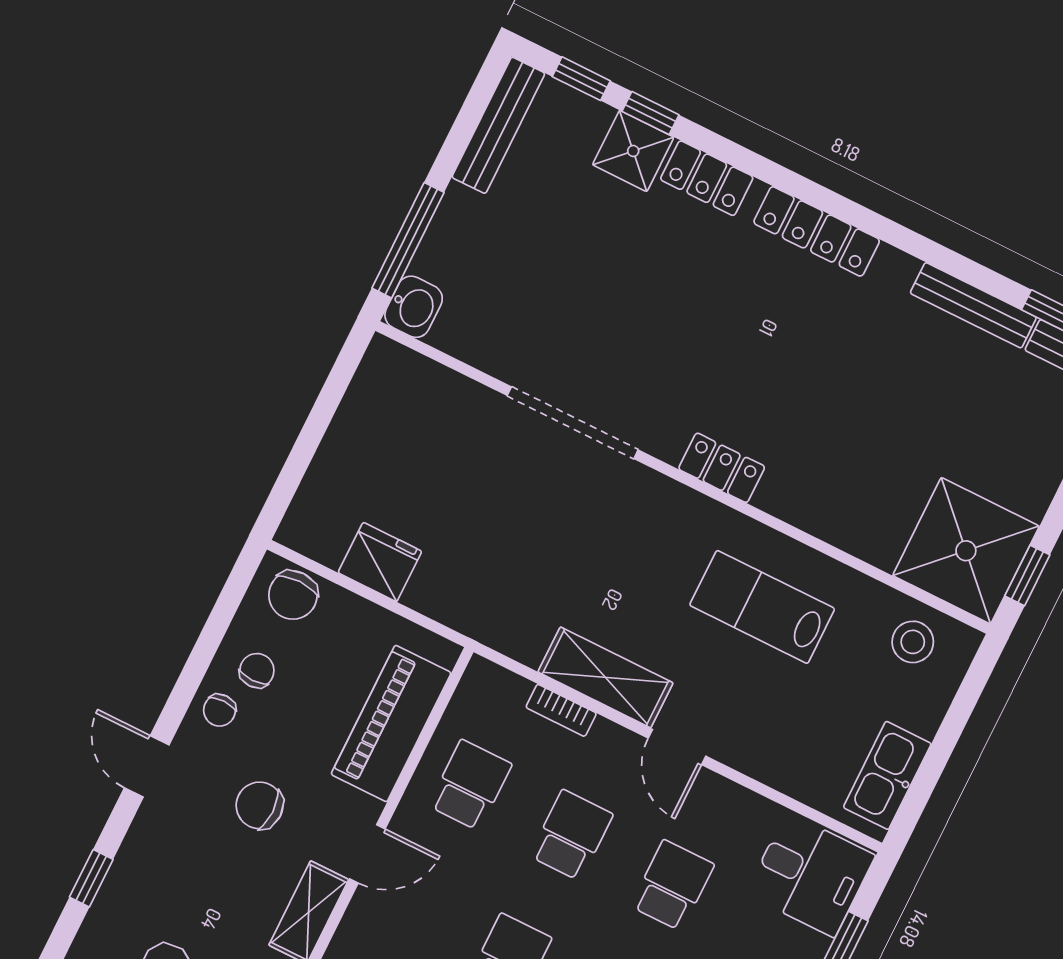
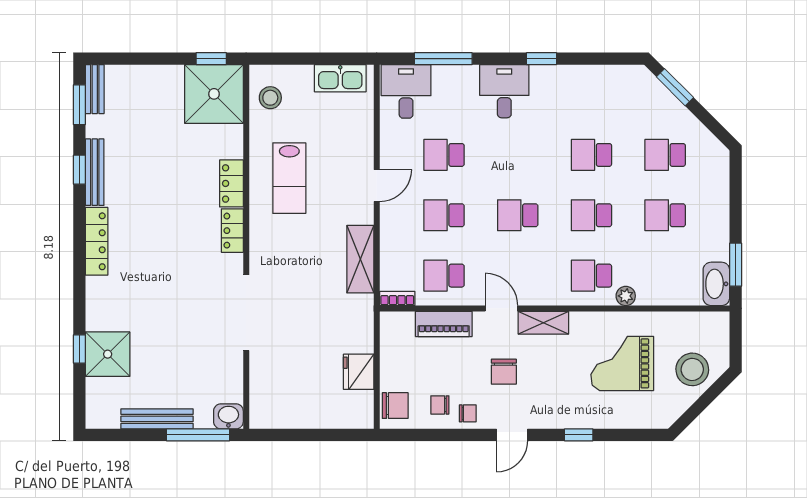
window: (581, 79) -> (79, 170), moved
bench: (498, 125) -> (157, 419), moved
shower: (633, 151) -> (108, 354), width x1.36, depth x1.36
locker: (707, 178) -> (231, 183), moved, turned 180
bench: (973, 305) -> (95, 172), moved
shelving: (605, 677) -> (360, 259), moved
bookcase: (561, 710) -> (397, 298), moved, turned -90
piano: (391, 723) -> (444, 324), width x0.73, depth x0.75

